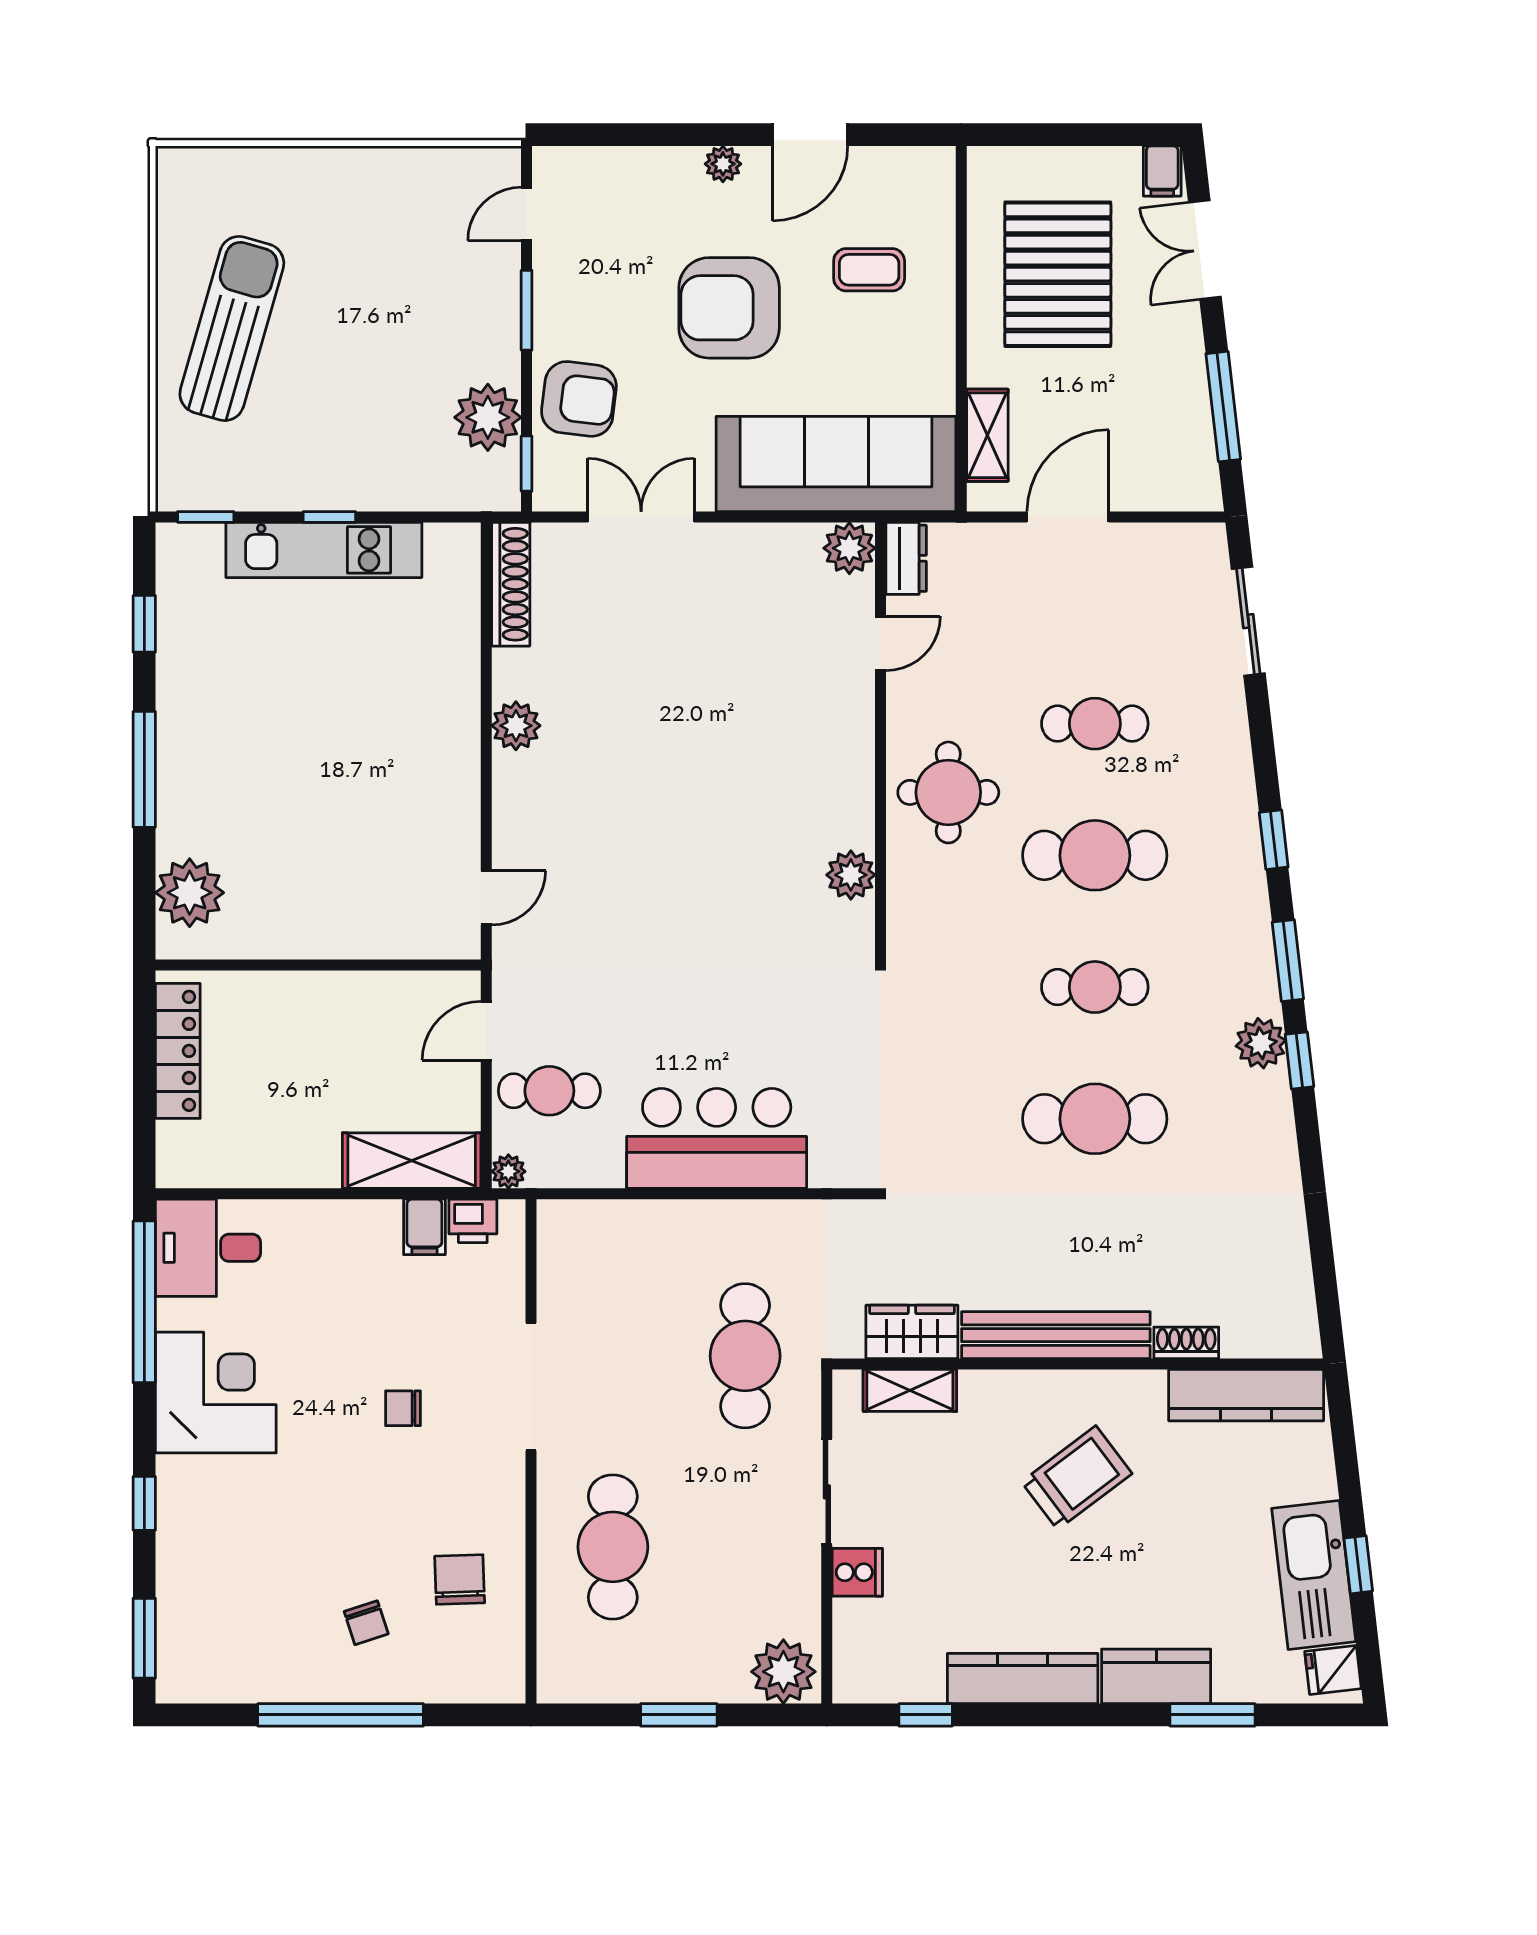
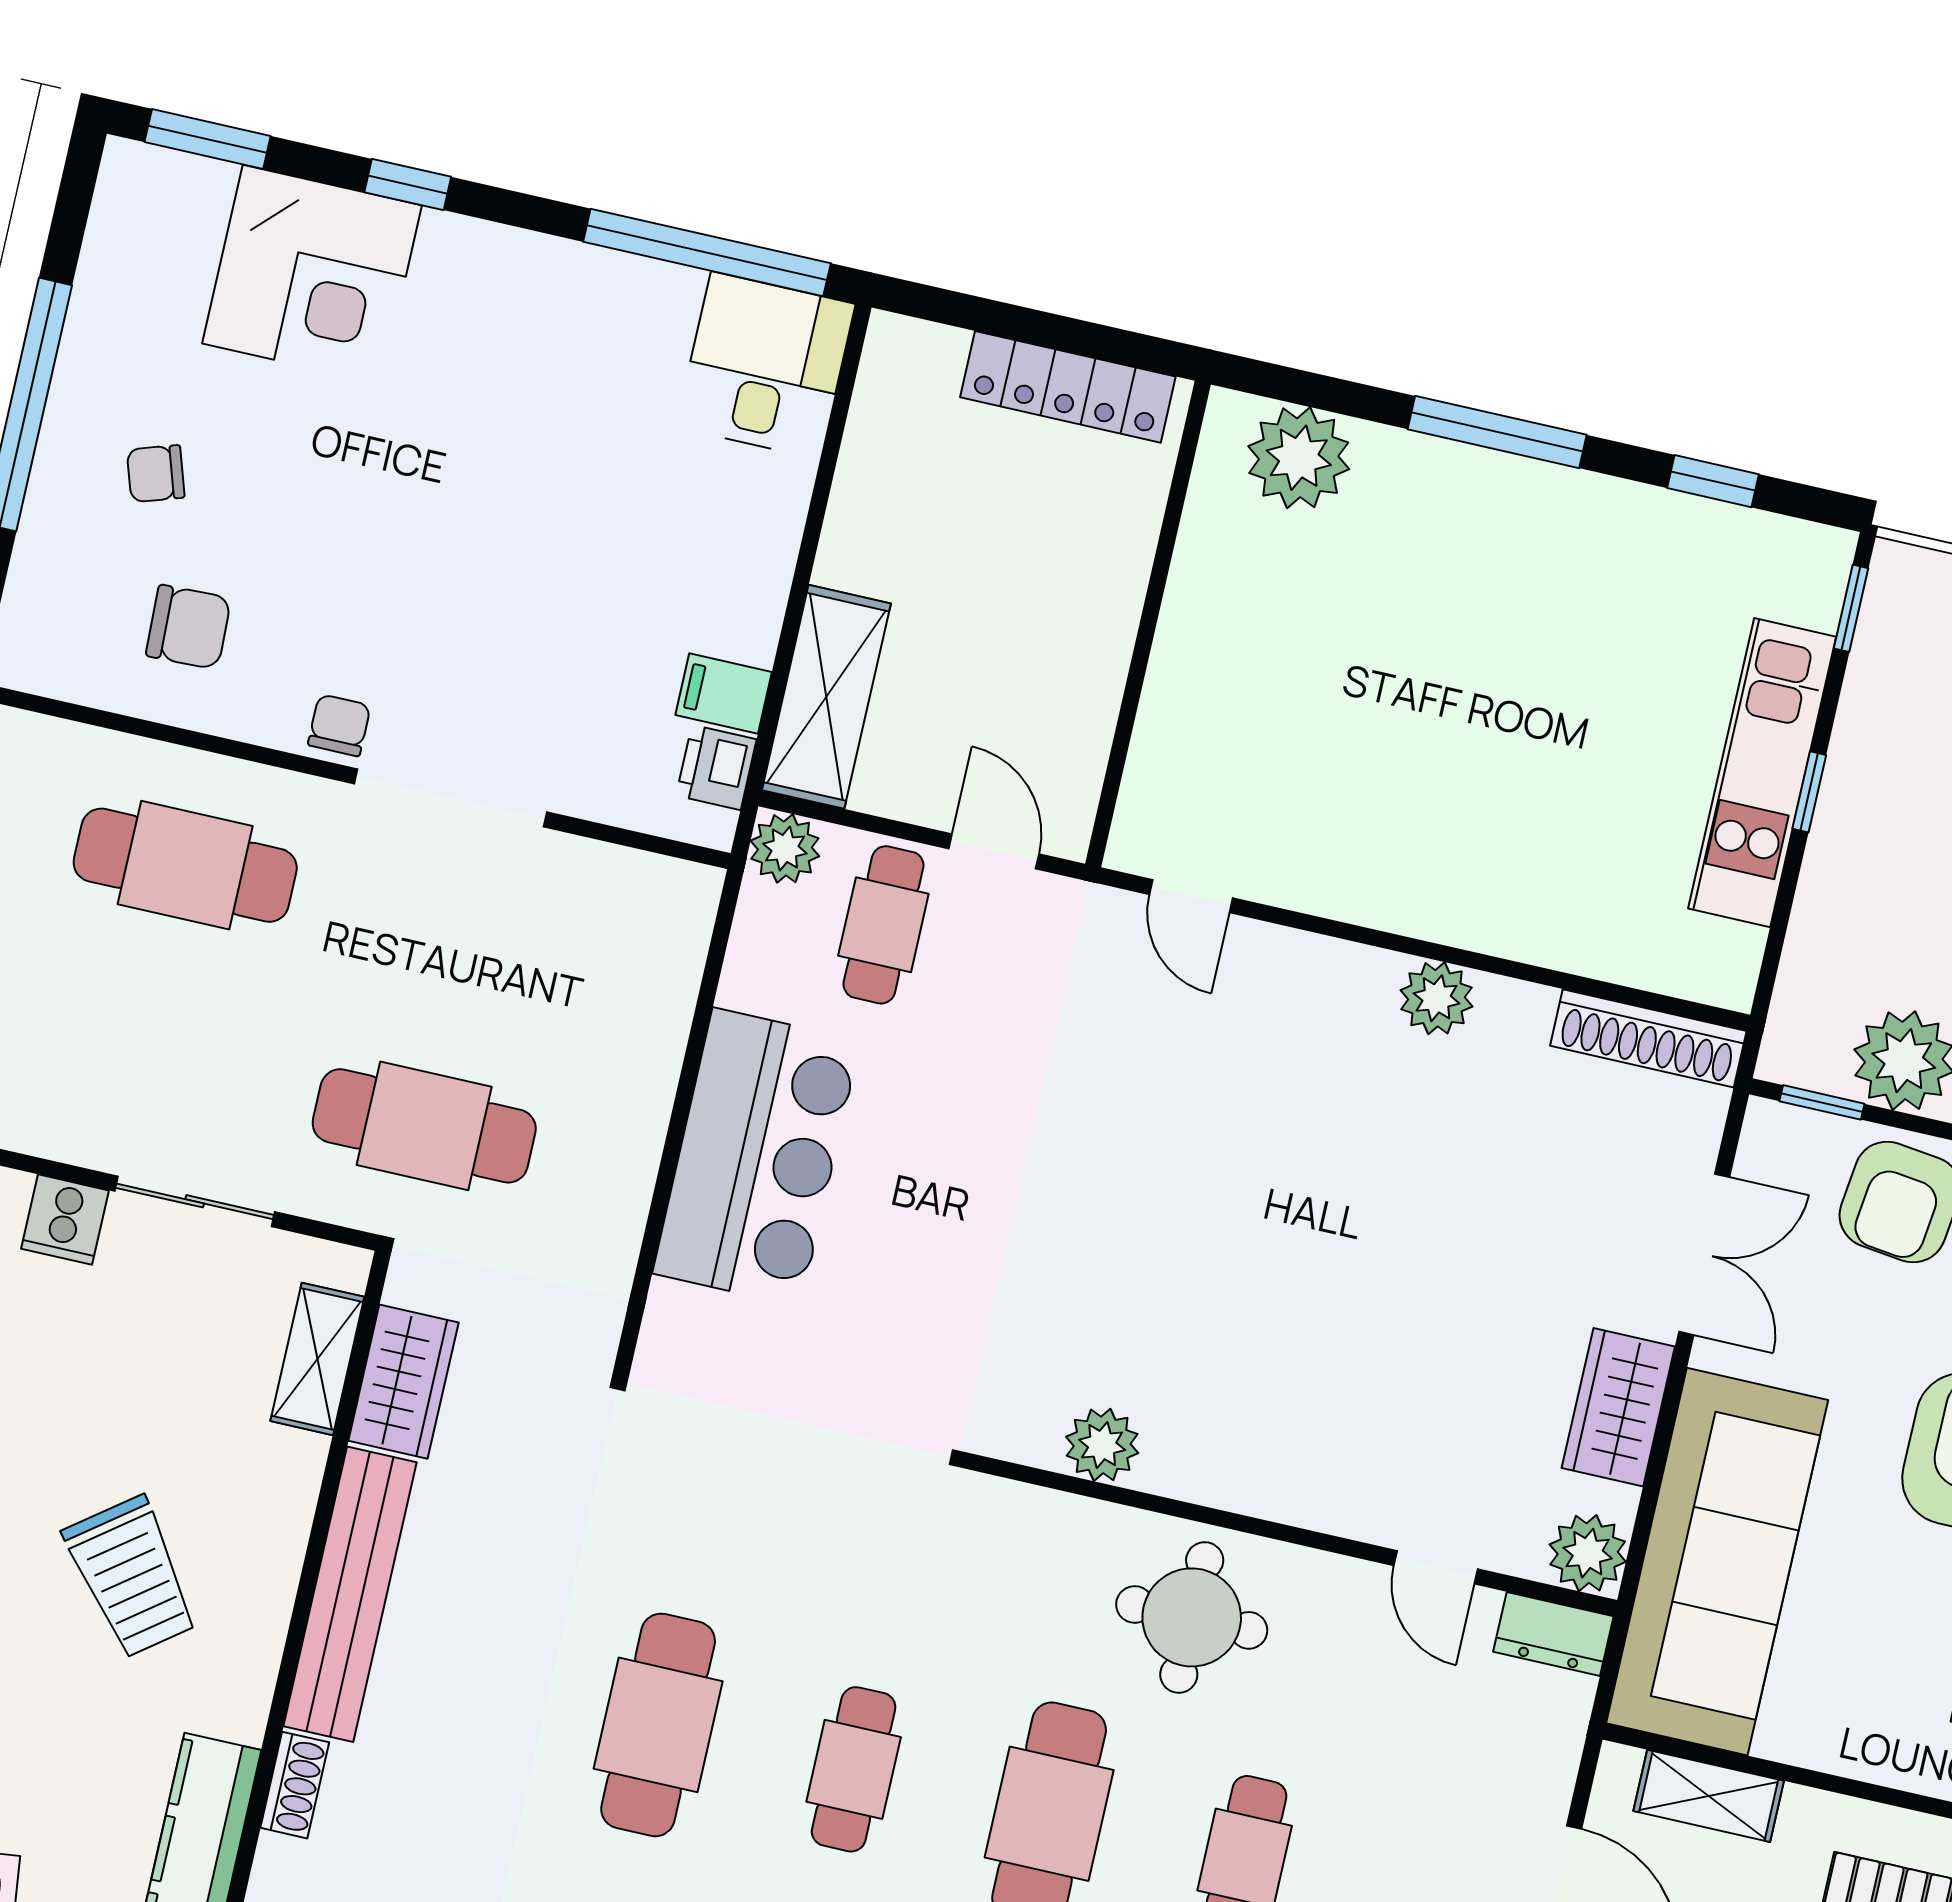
wardrobe: (752, 550) -> (1618, 1407), added
plant: (508, 1171) -> (785, 849), width x1.38, depth x1.38
corner desk: (216, 1393) -> (312, 274), moved
chair: (403, 1408) -> (339, 725), moved

